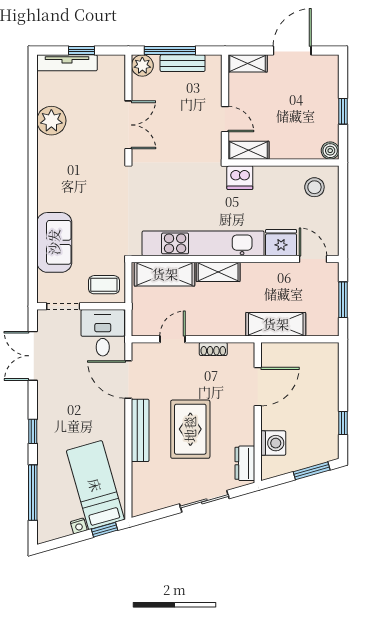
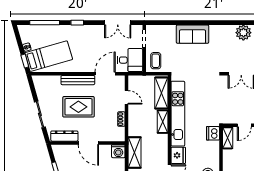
sofa: (54, 242) -> (192, 34), moved
double door: (33, 356) -> (118, 23), swing flipped
door: (258, 387) -> (88, 143), moved
washing machine: (273, 443) -> (118, 151), moved
dresser: (245, 463) -> (64, 136), width x1.44

